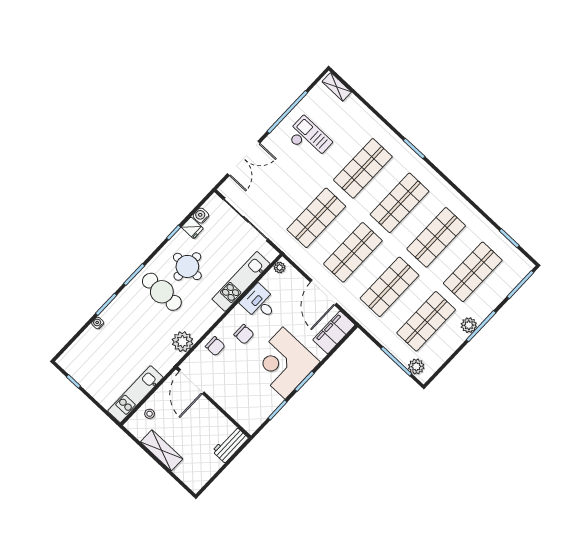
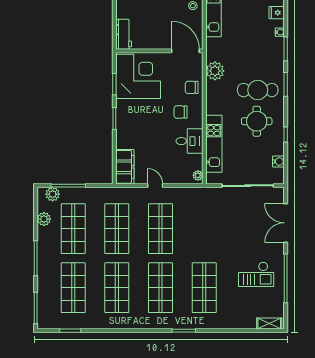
shop shelf: (316, 218) -> (204, 229), removed
fridge: (192, 228) -> (277, 13), moved
door: (323, 293) -> (155, 186), width x0.53
plant: (469, 325) -> (44, 219), moved
corner desk: (284, 363) -> (138, 76), moved

